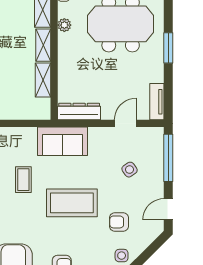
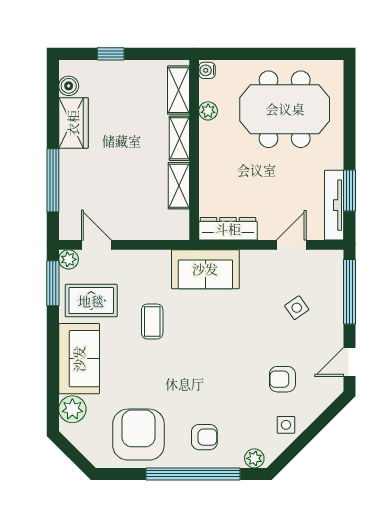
window: (168, 48) -> (350, 191), moved
tv unit: (157, 102) -> (334, 205), width x1.41
coffee table: (72, 203) -> (218, 353), removed

